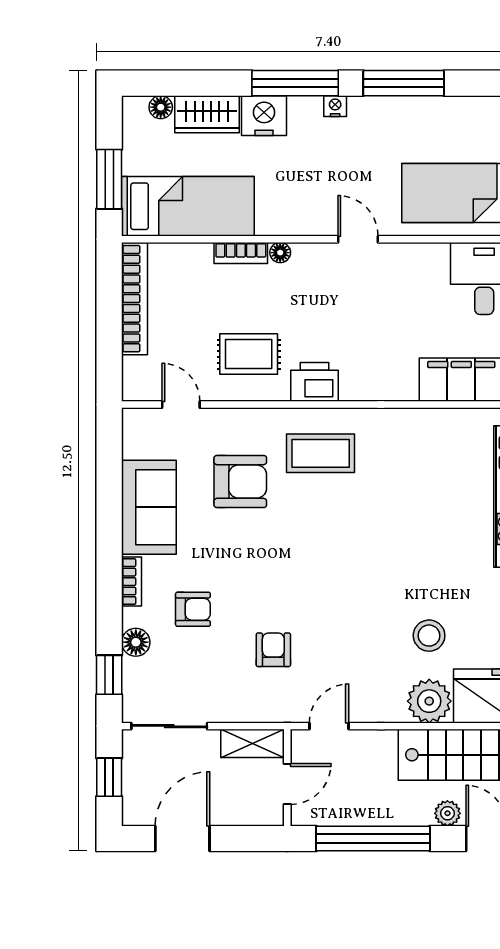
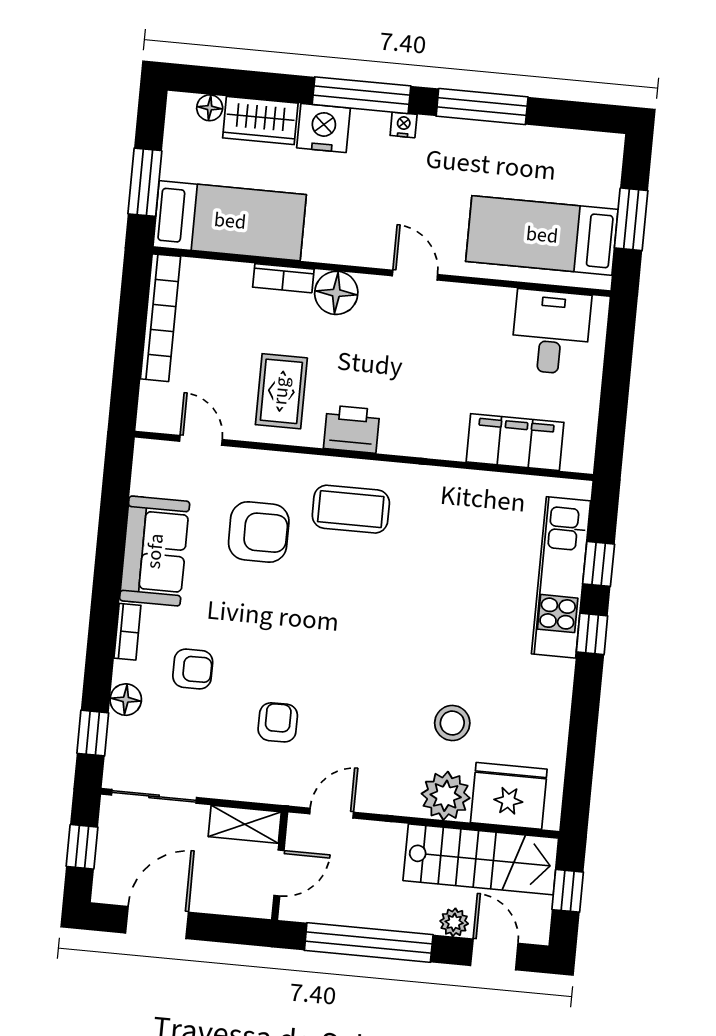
floor lamp: (280, 253) -> (336, 293), width x1.89, depth x1.89
rug: (249, 354) -> (281, 391), turned 90

